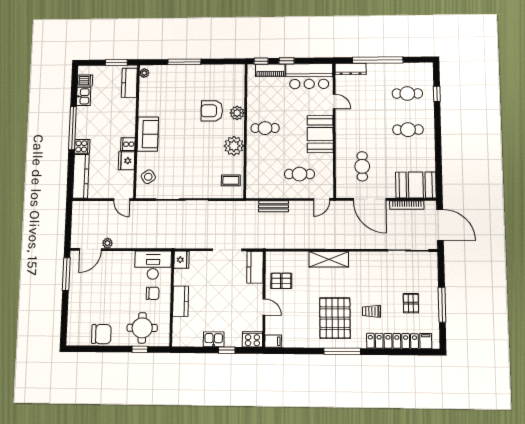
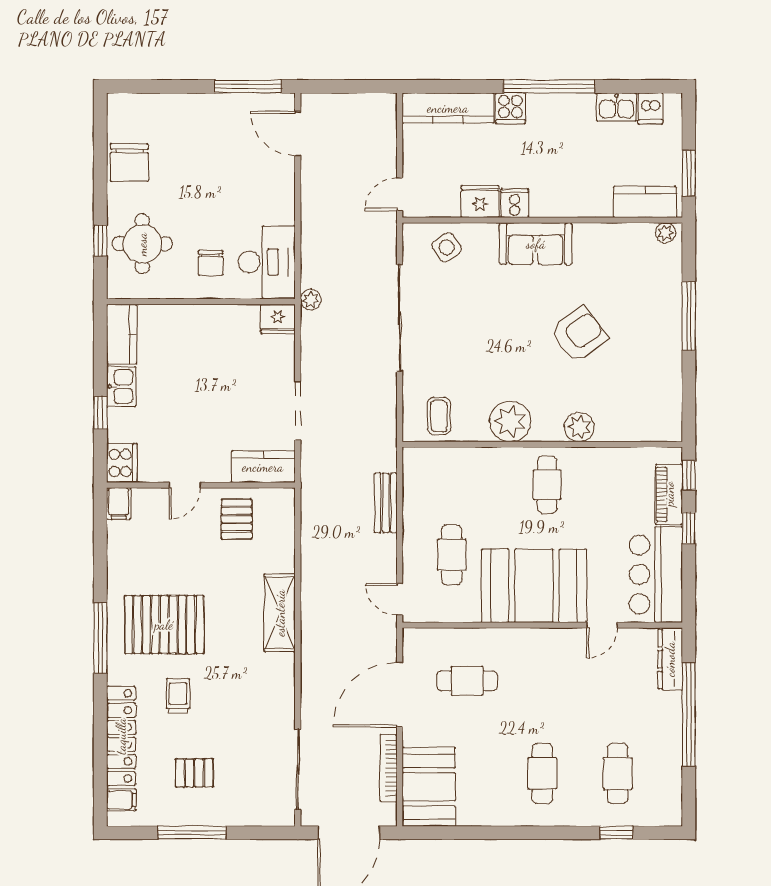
armchair: (212, 111) -> (579, 334), moved, turned 54
booth: (320, 134) -> (534, 586), width x1.36, depth x1.42
plant: (107, 243) -> (311, 300), moved
kitchen counter: (181, 301) -> (122, 334), moved, turned -90

